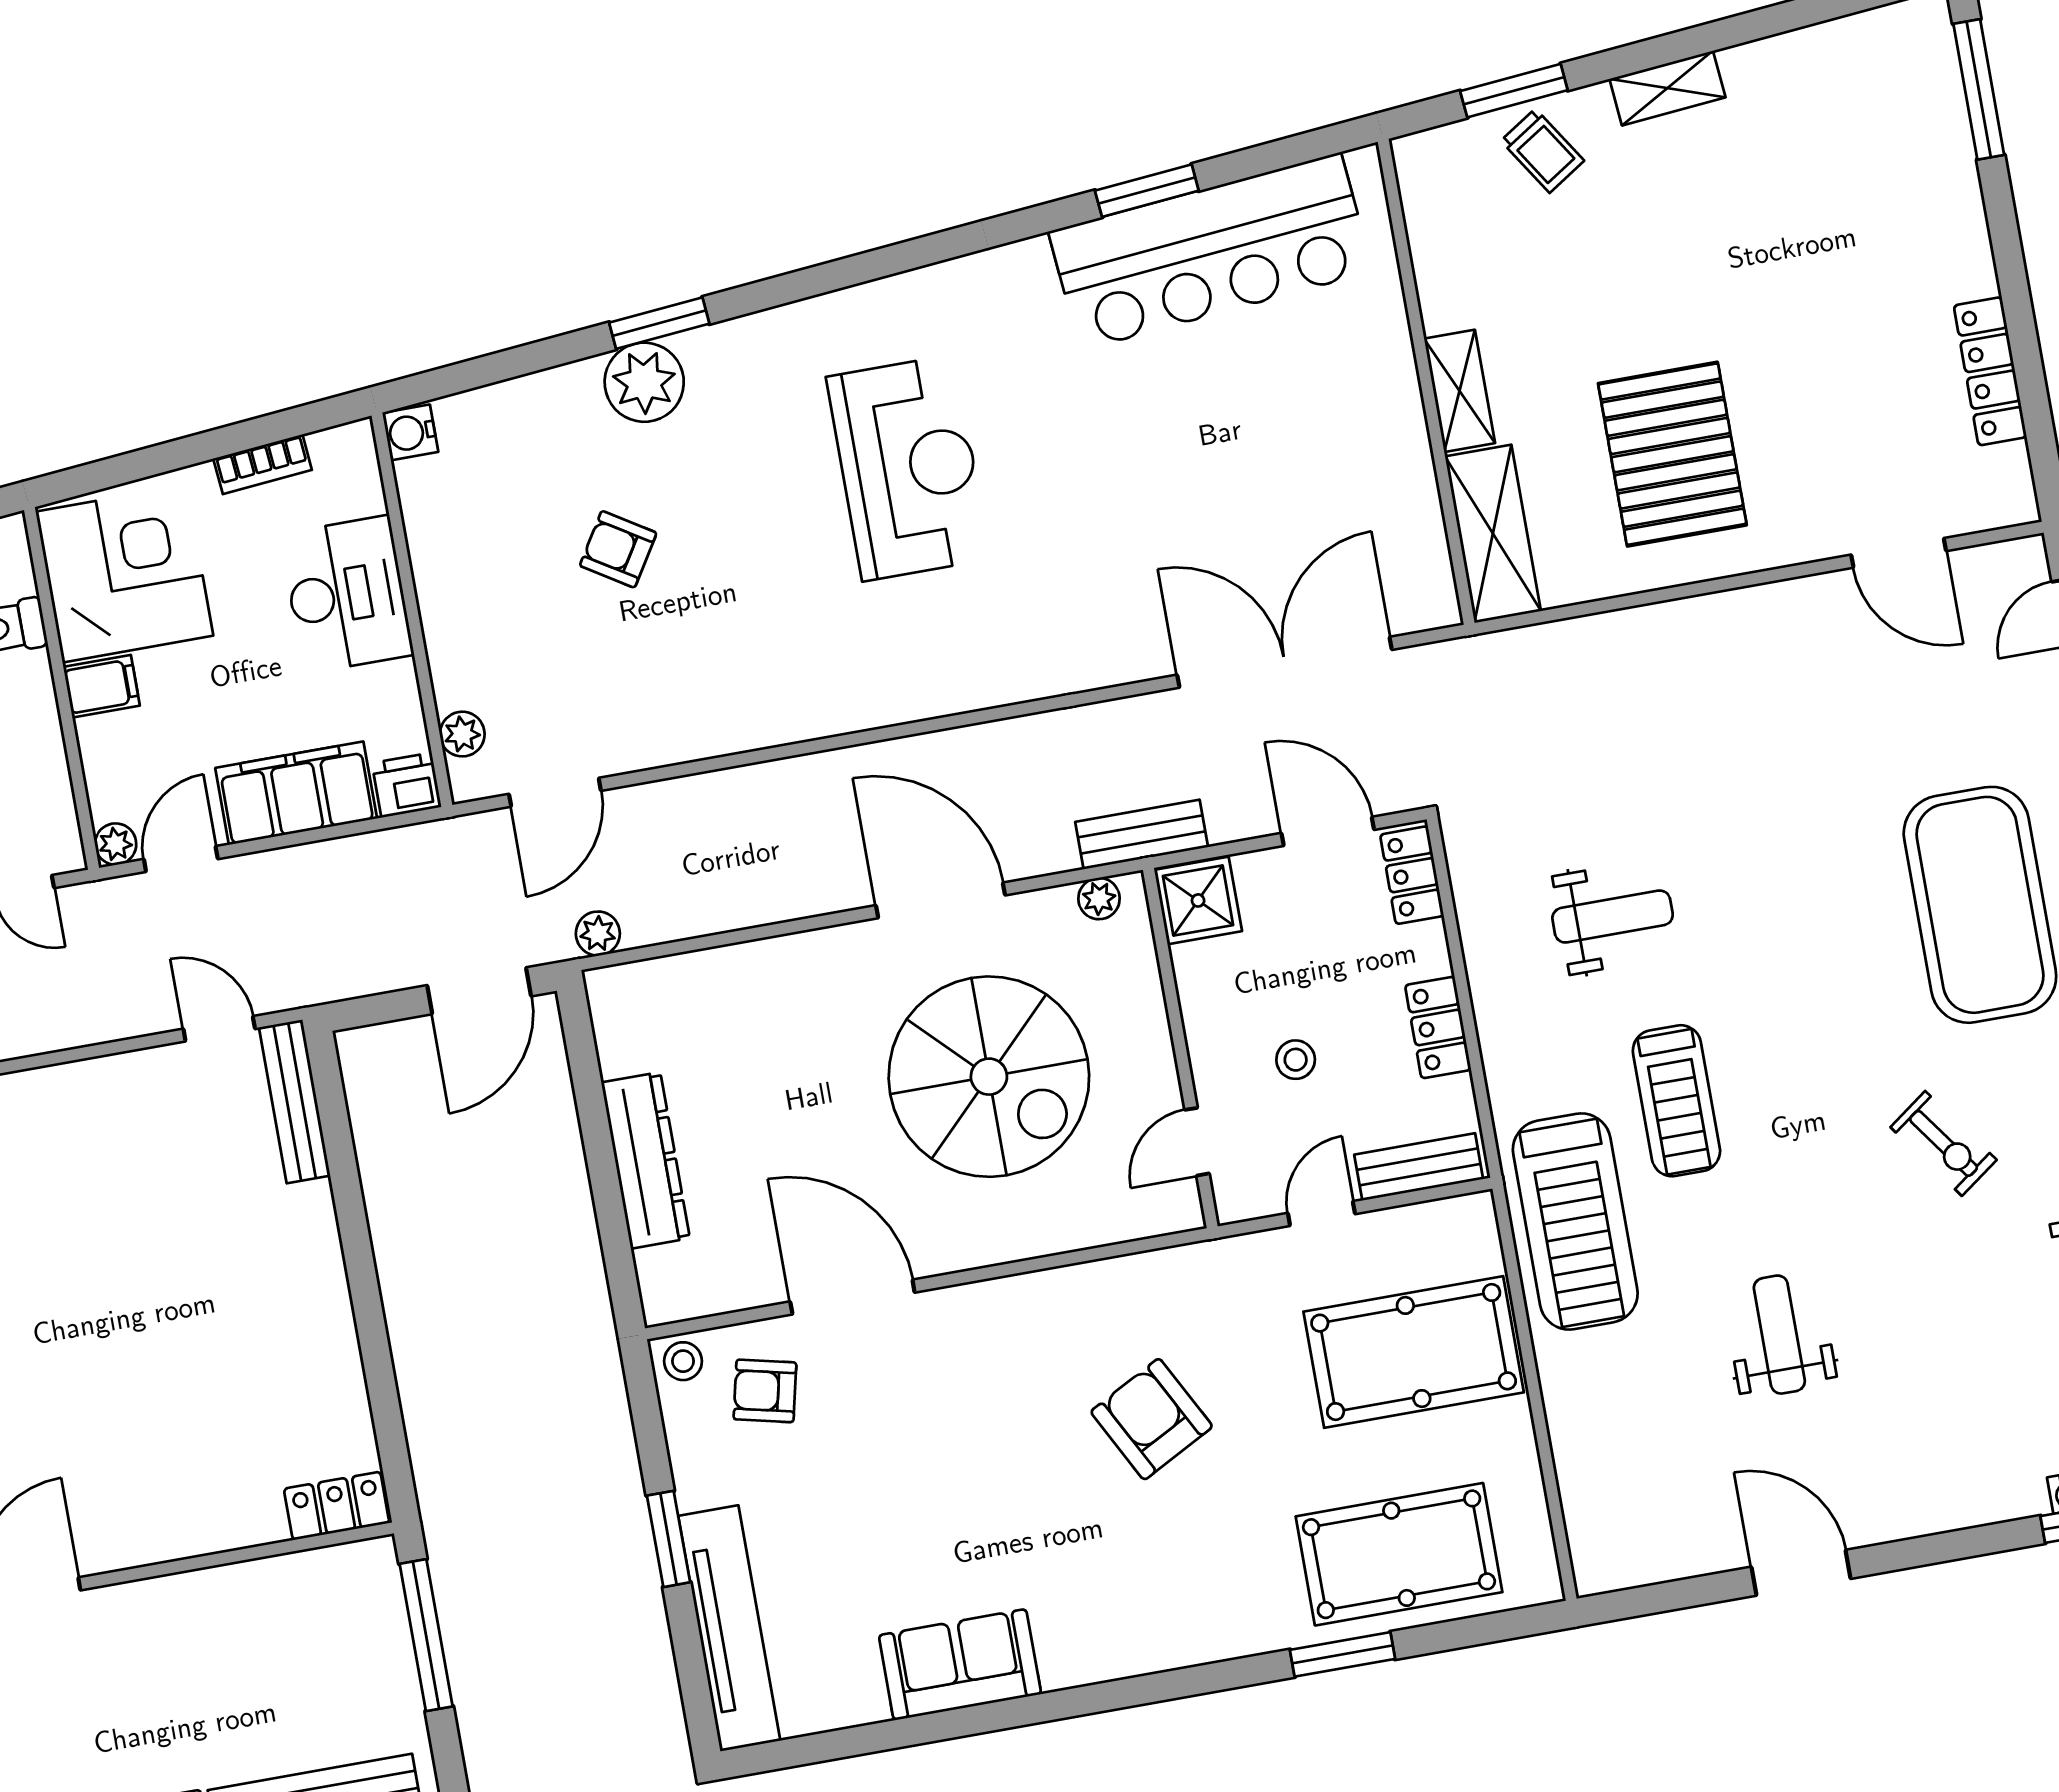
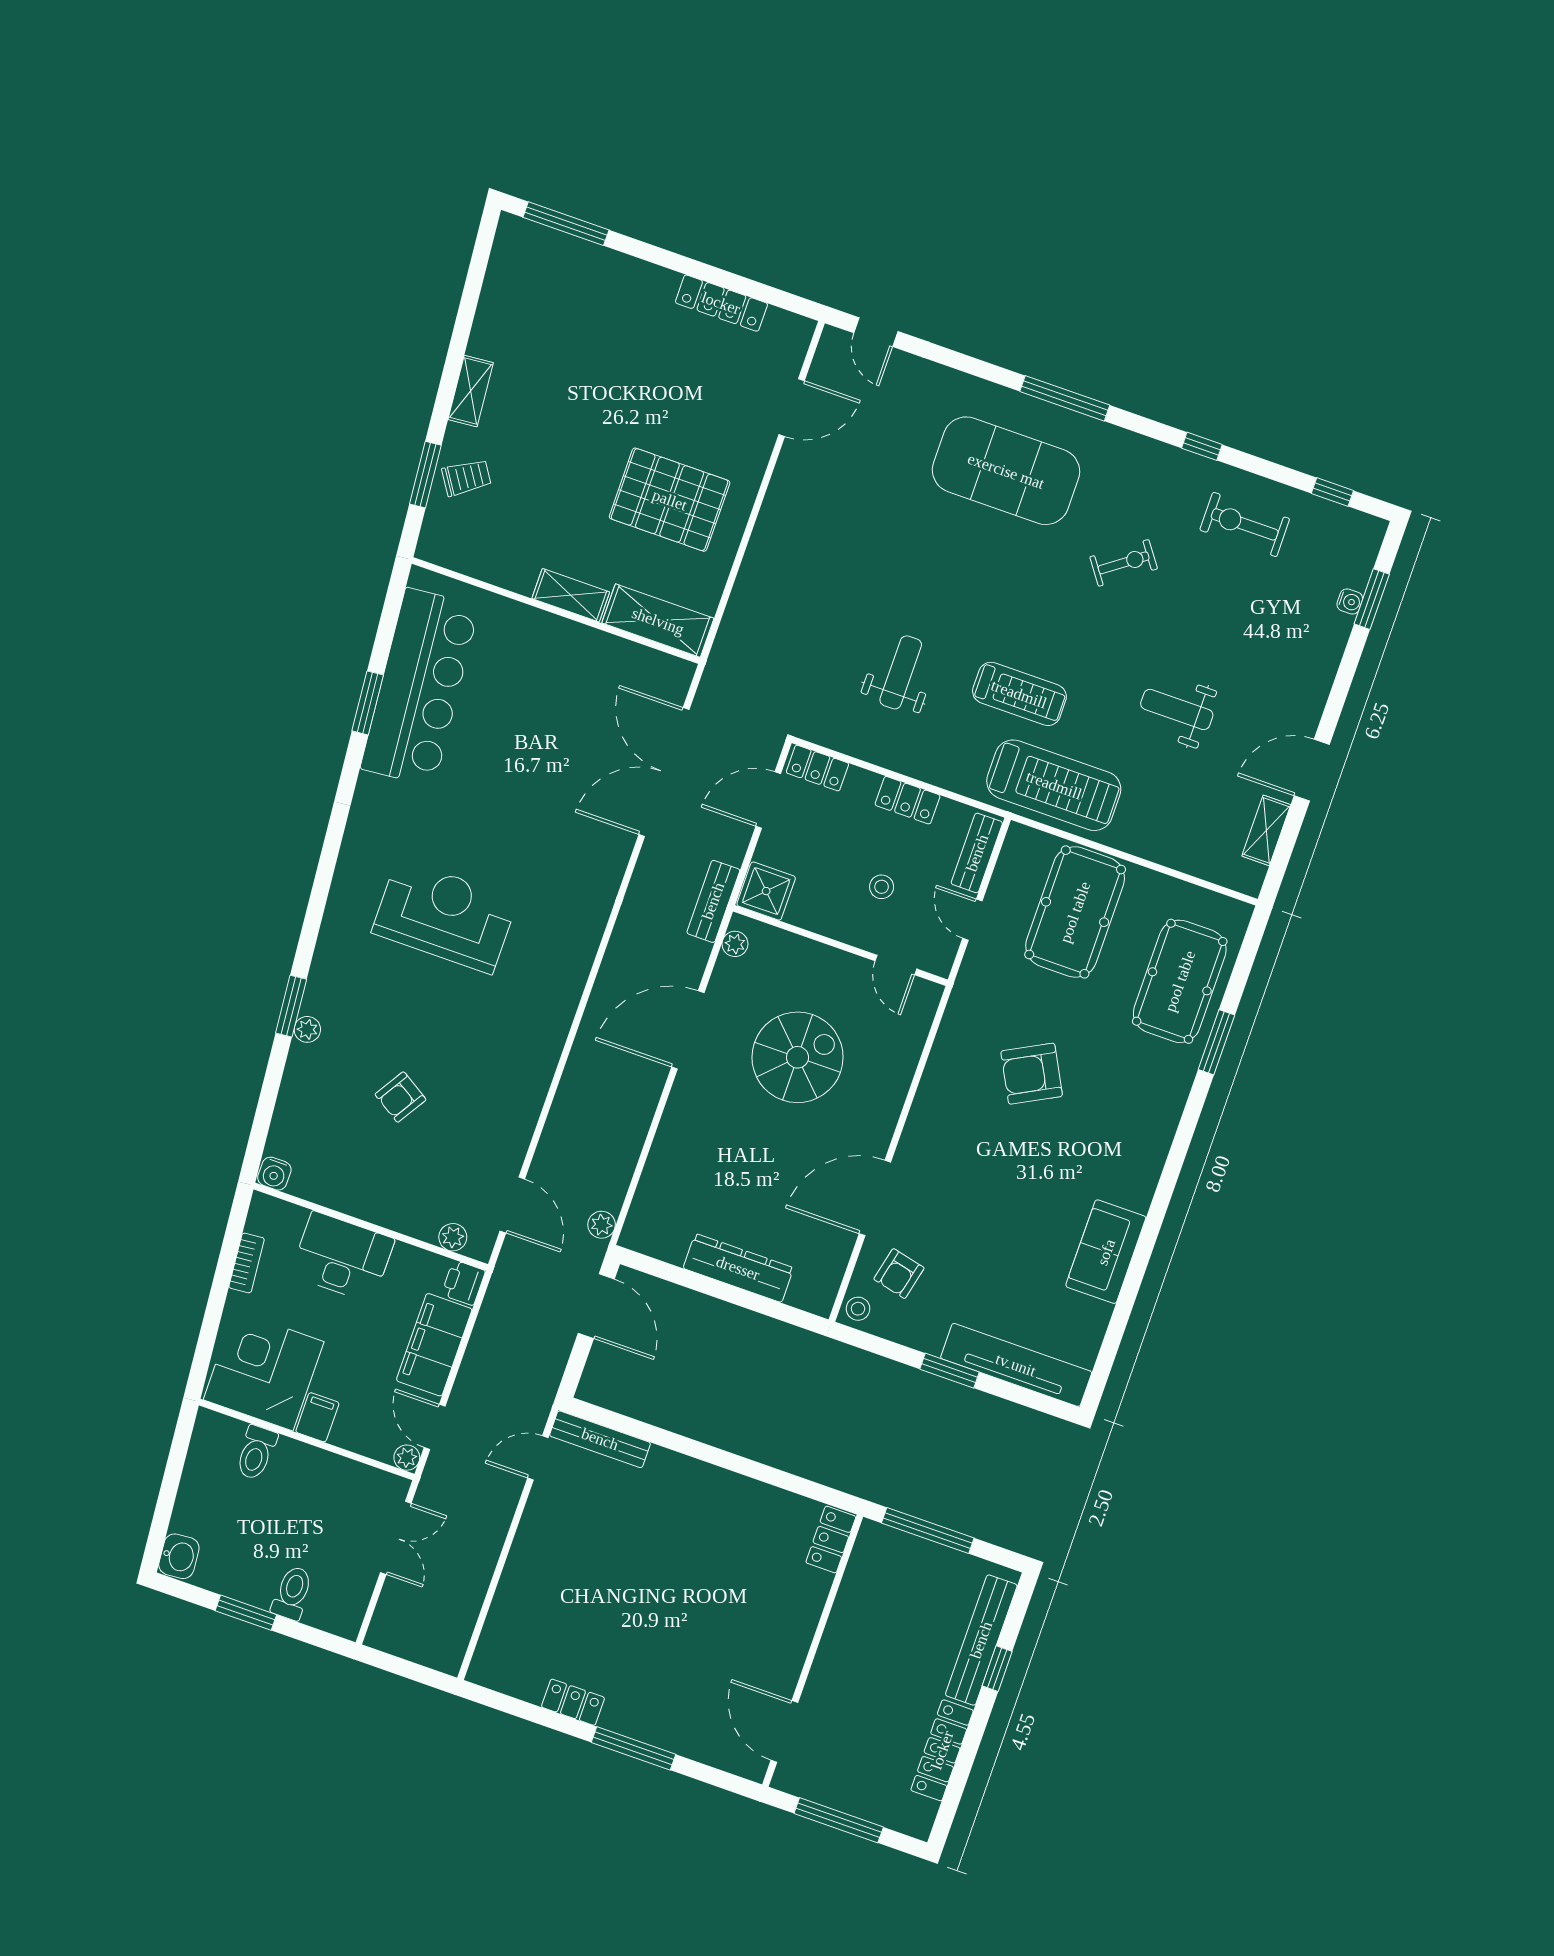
plant: (644, 382) -> (307, 1029), width x0.53, depth x0.53
spiral stairs: (989, 1077) -> (798, 1057), width x0.73, depth x0.73
shelving: (1680, 1556) -> (1266, 830), added

